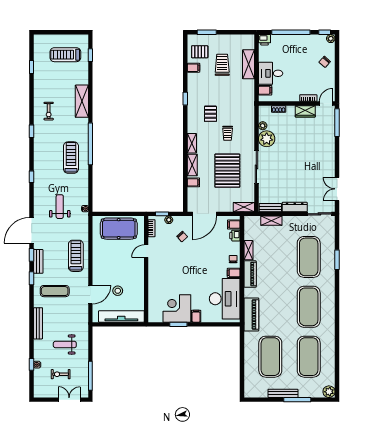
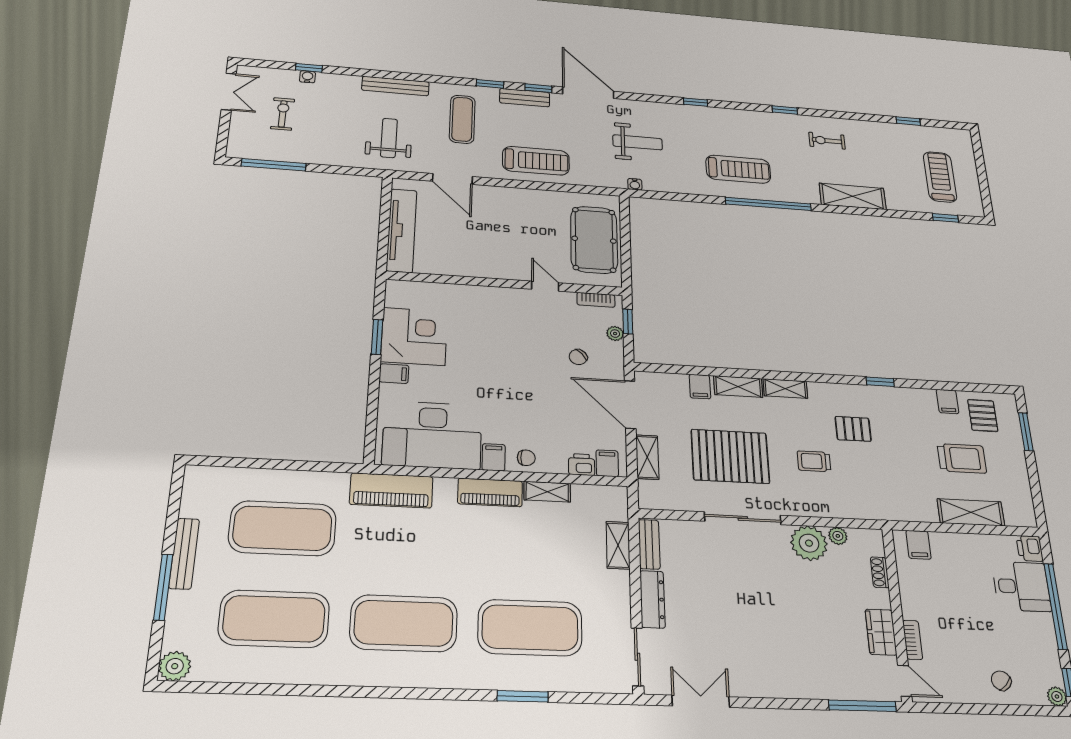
desk: (271, 73) -> (1021, 586), moved, turned 90
shelving: (244, 207) -> (647, 457), moved
stool: (118, 291) -> (459, 228), removed
weight bench: (65, 345) -> (389, 138), moved
double door: (69, 400) -> (229, 92), moved

